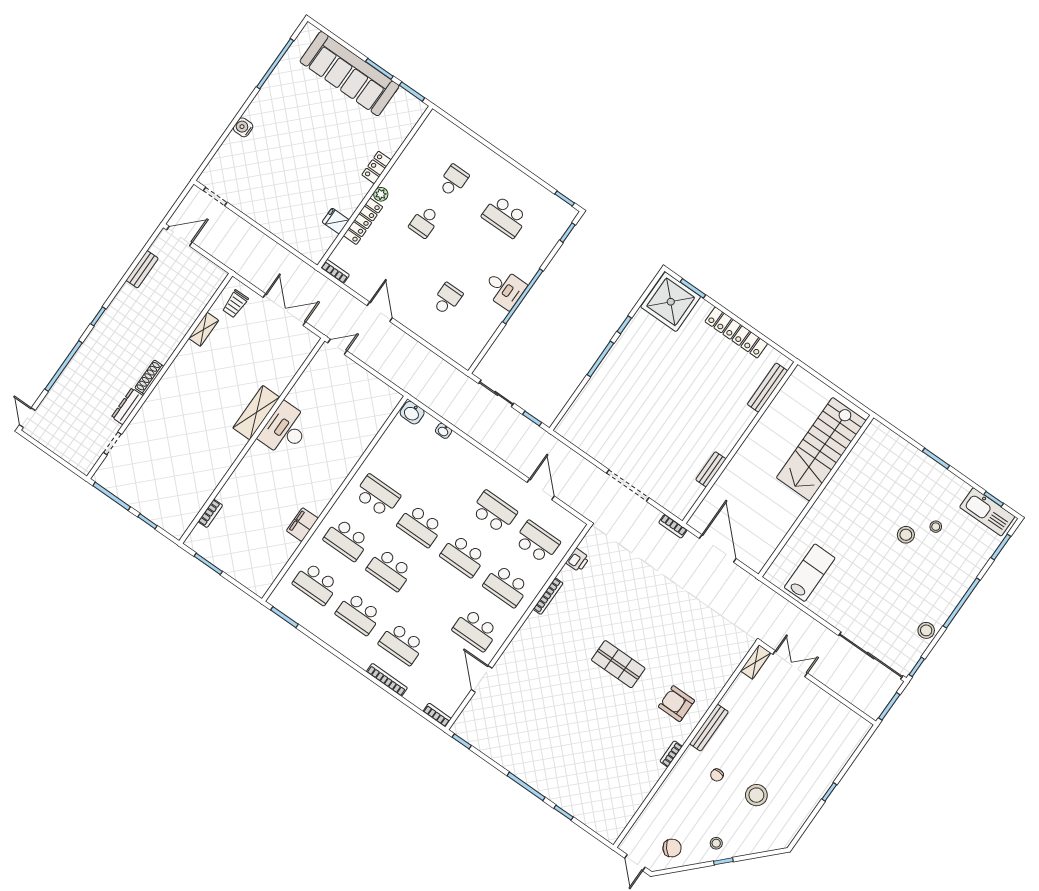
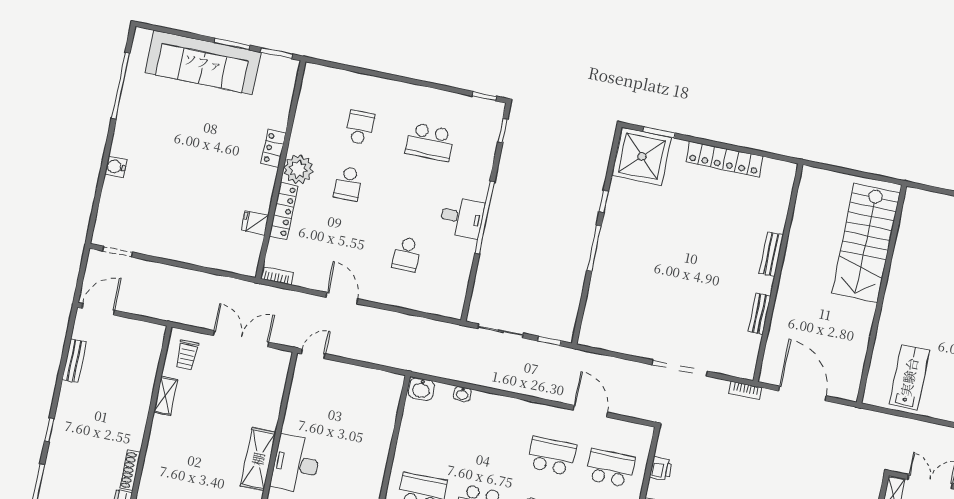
plant: (381, 194) -> (298, 169), width x1.87, depth x1.87
school desk: (447, 299) -> (407, 254), turned 180
bench: (767, 388) -> (771, 254), moved, width x0.73

